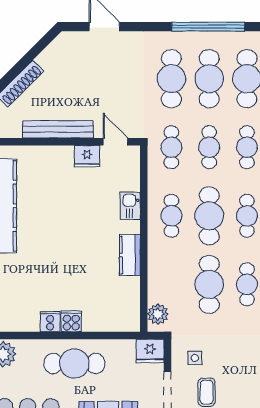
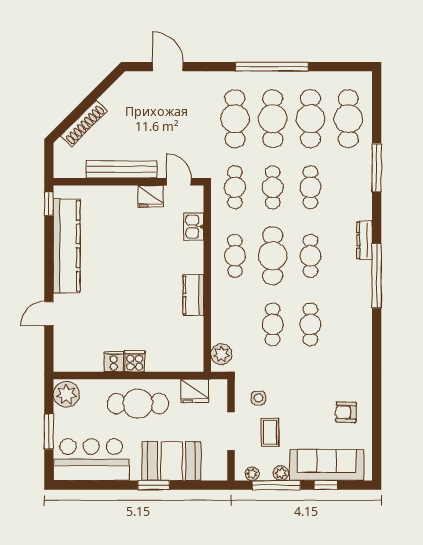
kitchen sink: (130, 206) -> (194, 227), moved
cafe table: (209, 284) -> (273, 324), width x0.73, depth x0.74
fridge: (150, 351) -> (195, 391), moved

